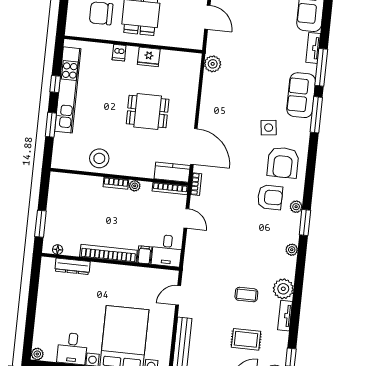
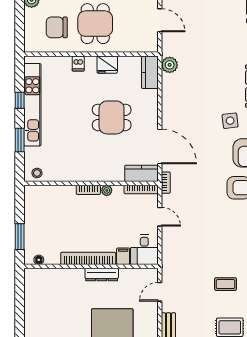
kitchen counter: (192, 69) -> (150, 72), added
stool: (99, 158) -> (37, 173), moved, width x0.53, depth x0.53
dresser: (73, 266) -> (102, 274), moved

